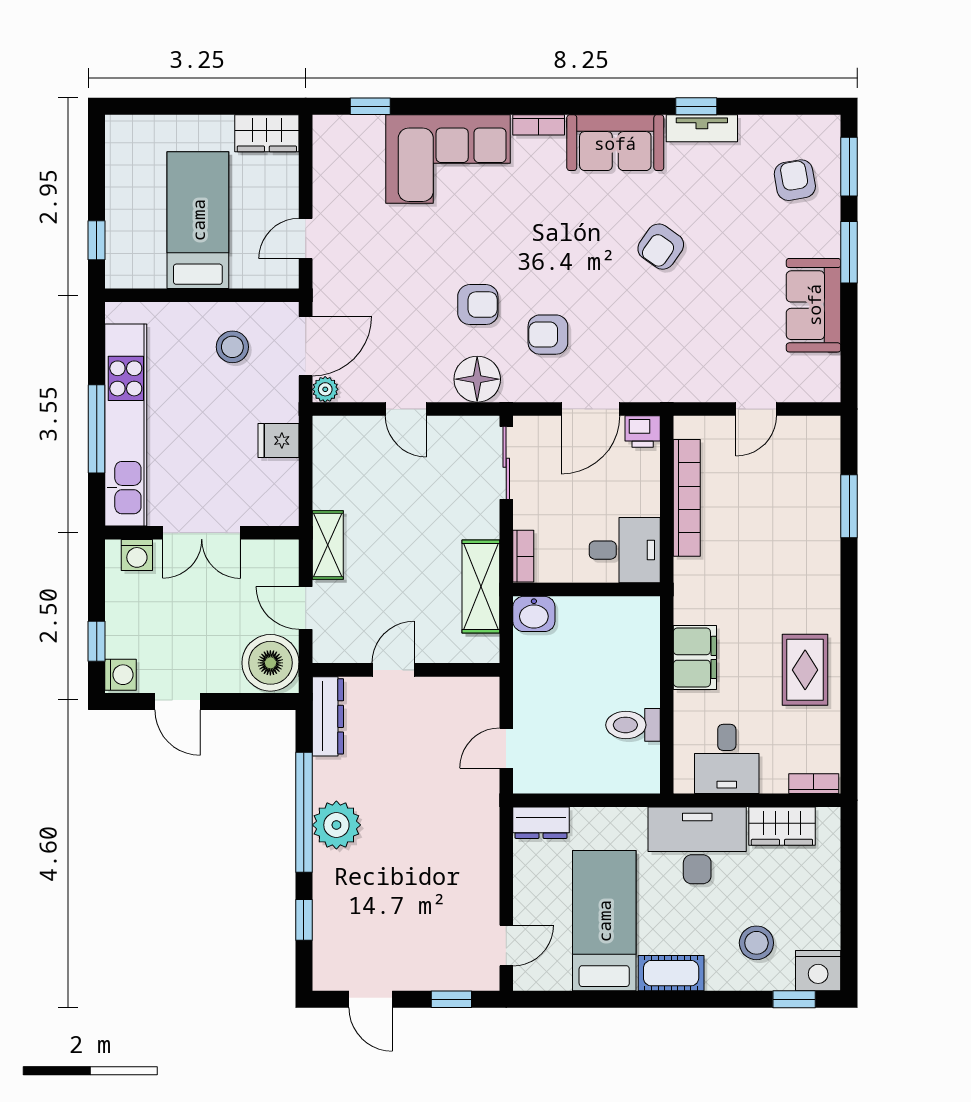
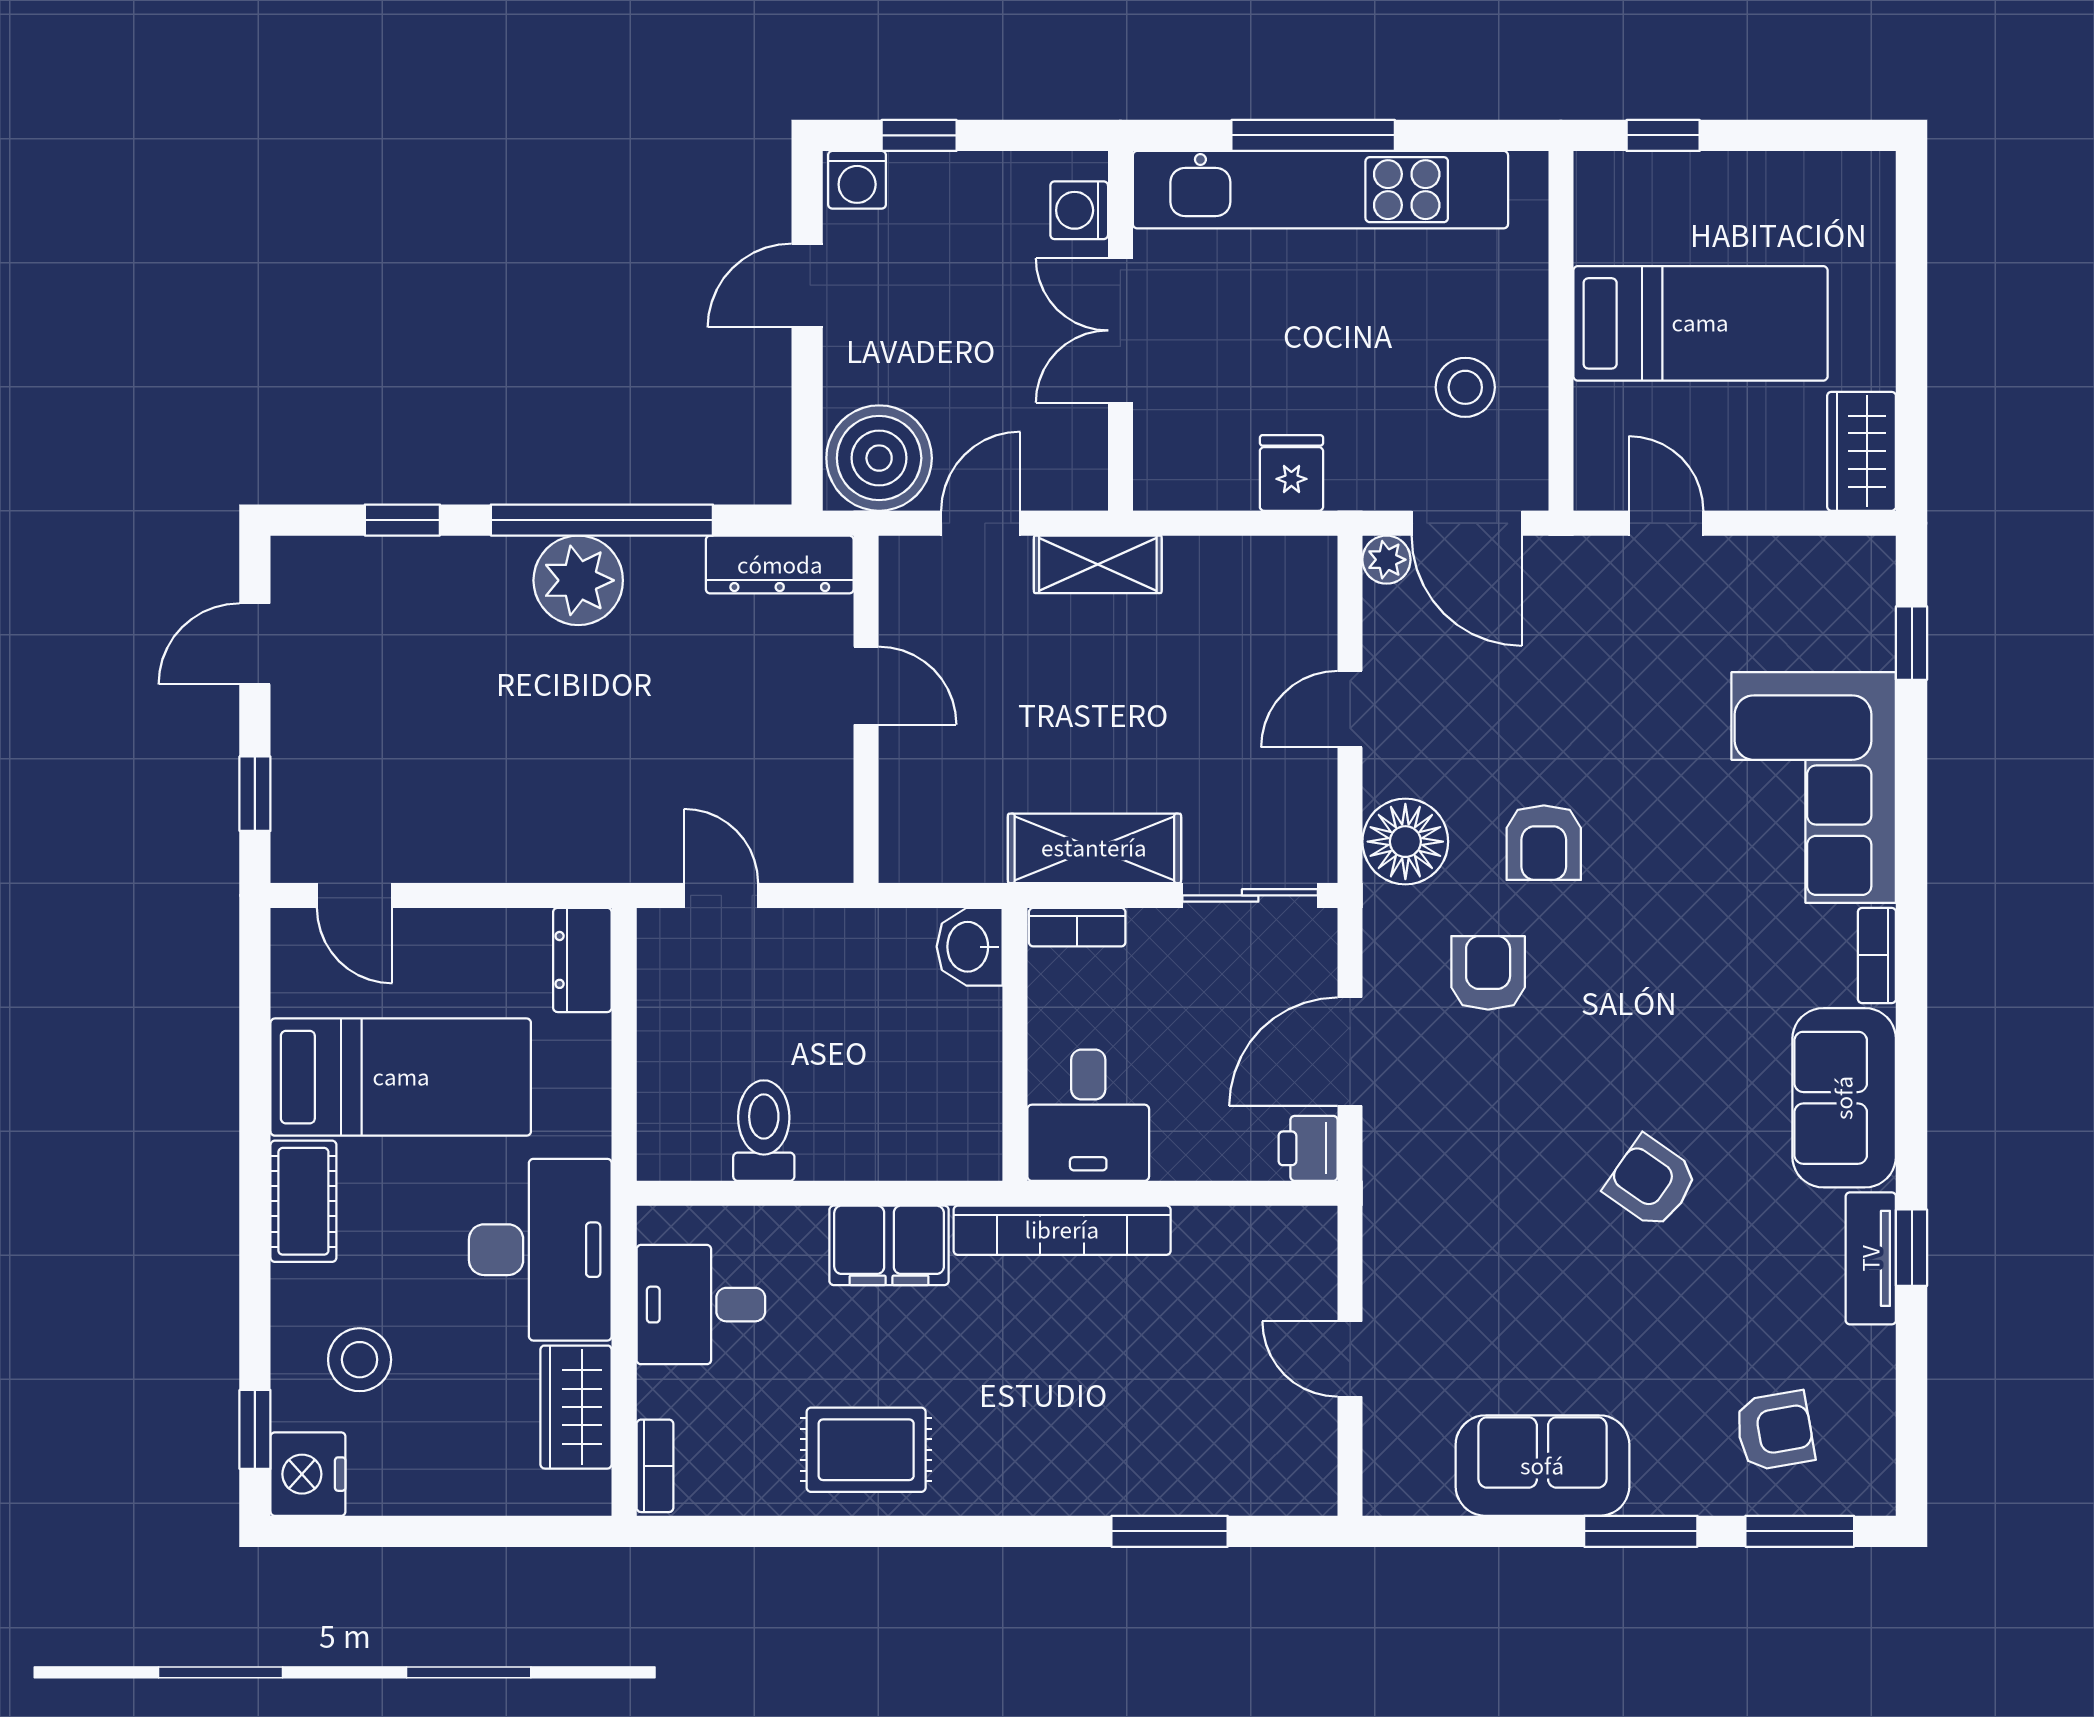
door: (590, 409) -> (1350, 1052), hinge flipped
bookcase: (687, 498) -> (1062, 1230), moved
shelving: (481, 586) -> (1094, 848), moved

